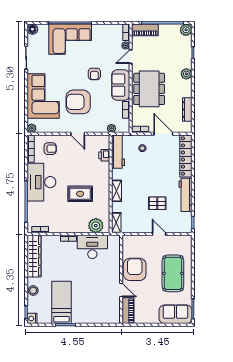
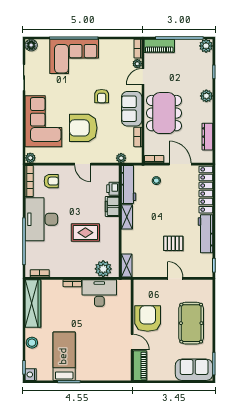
filing cabinet: (104, 171) -> (112, 206), added
shelving: (117, 191) -> (127, 217), moved

